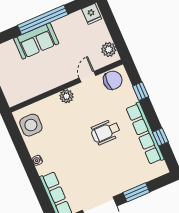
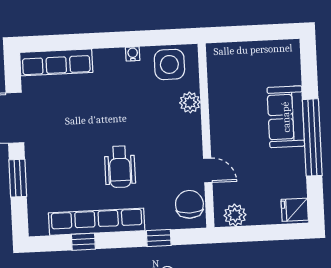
chair: (113, 80) -> (189, 204), turned 180
plant: (66, 96) -> (190, 102), moved
wheelchair: (106, 132) -> (120, 167), turned 180
water cooler: (37, 160) -> (133, 54), moved

